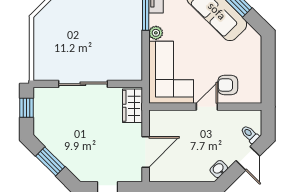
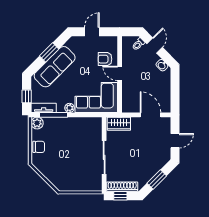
door: (268, 66) -> (92, 32), added
armchair: (228, 85) -> (105, 59), turned 90
shoe rack: (40, 110) -> (122, 187), added
door: (248, 158) -> (155, 45), hinge flipped

